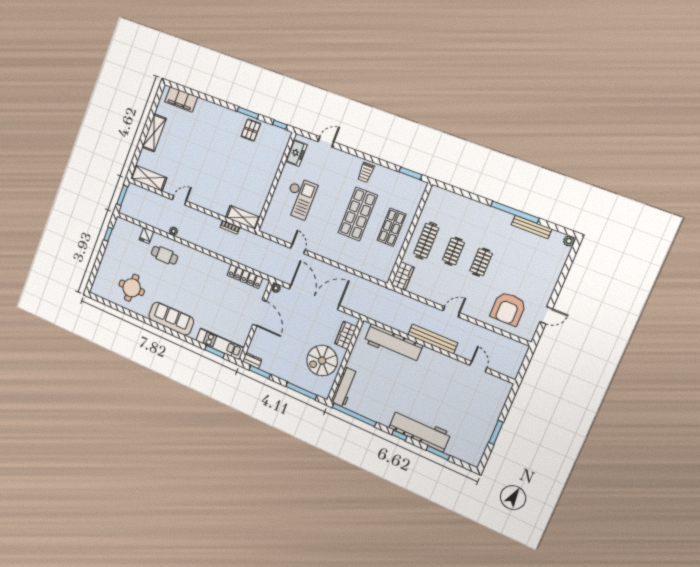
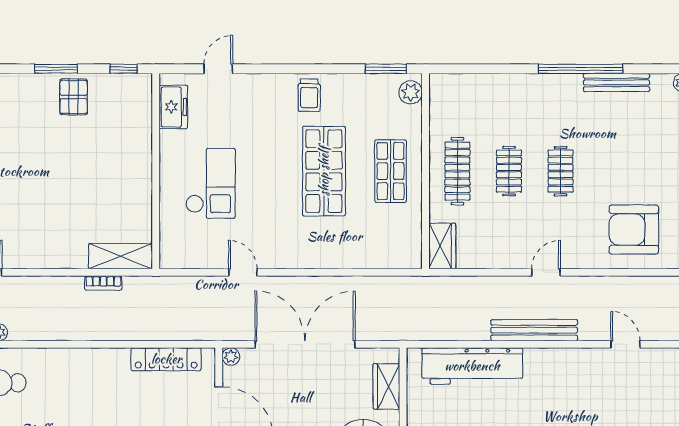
plant: (418, 190) -> (411, 92), added
armchair: (508, 309) -> (634, 230), turned 90

